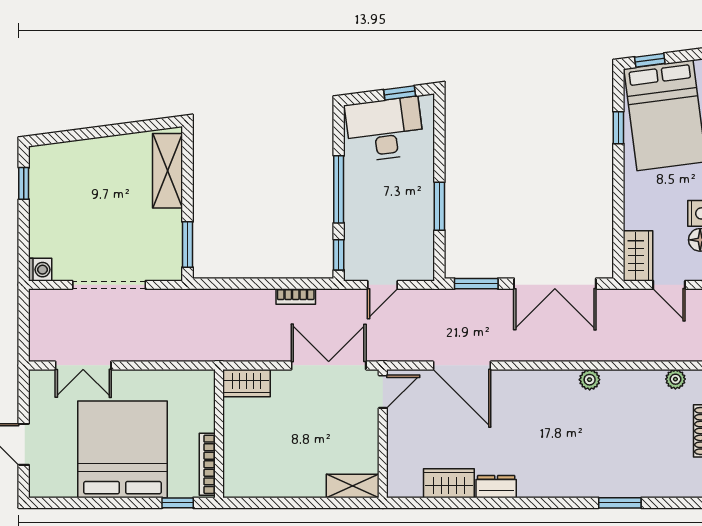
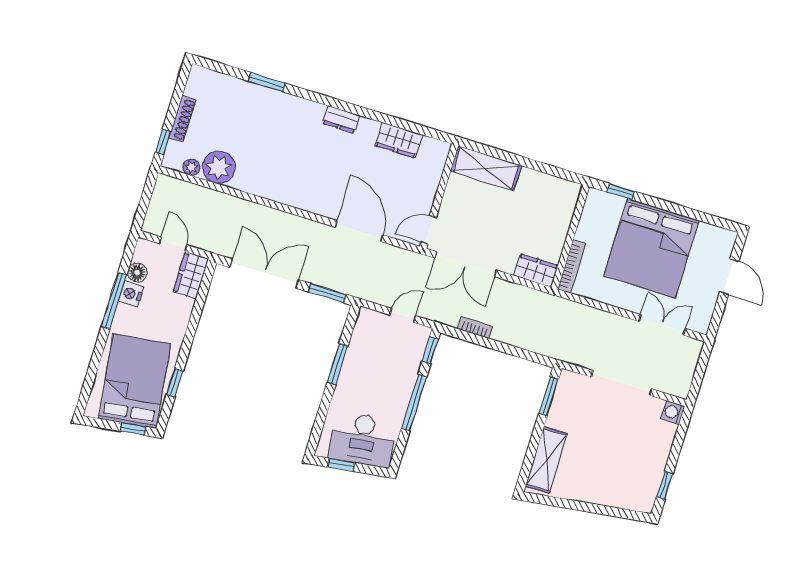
plant: (590, 380) -> (219, 167), moved, width x1.88, depth x1.88
bookcase: (207, 464) -> (572, 266), moved
shelving: (353, 486) -> (486, 168), width x1.50, depth x1.33
dresser: (496, 487) -> (341, 119), moved

